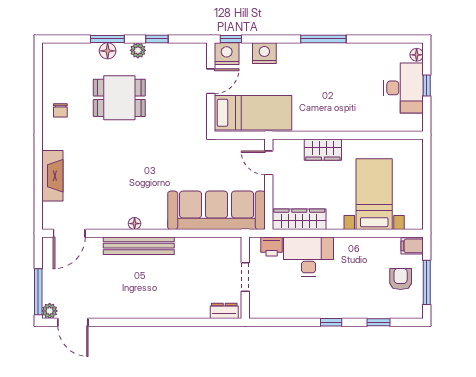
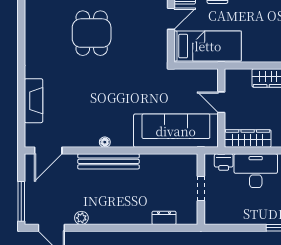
dining table: (119, 98) -> (92, 33), turned 90
chair: (60, 110) -> (41, 44), removed
door: (269, 163) -> (221, 102), moved
plant: (50, 311) -> (81, 218), moved
dresser: (224, 311) -> (164, 218), moved

